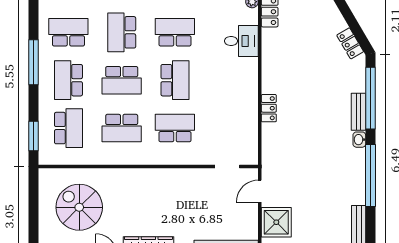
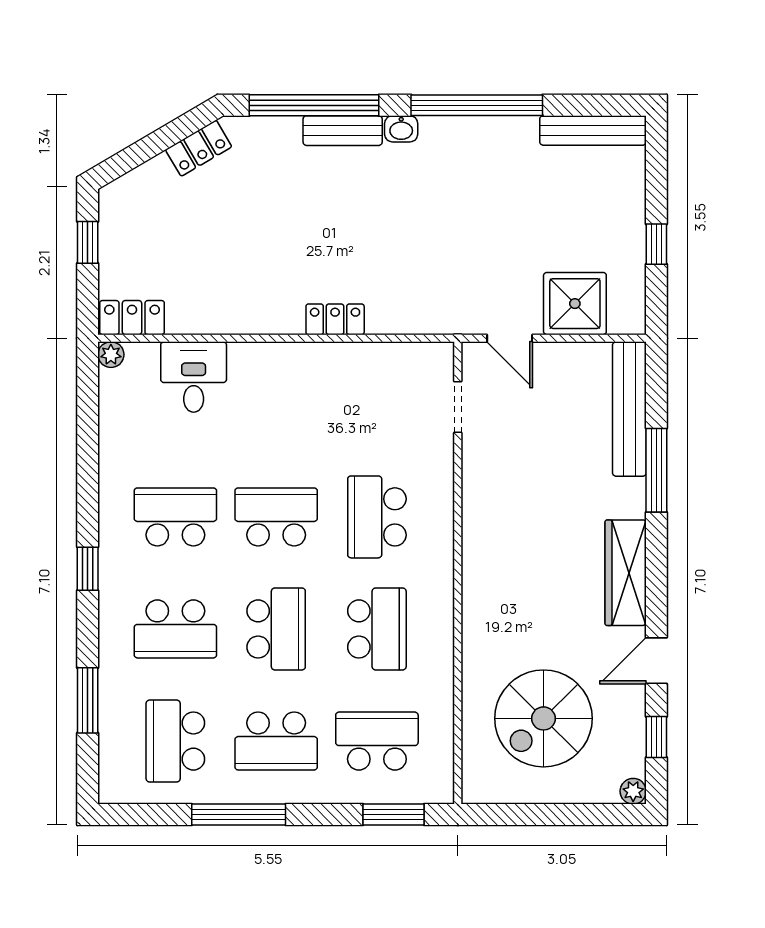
school desk: (175, 32) -> (175, 517), turned 90

